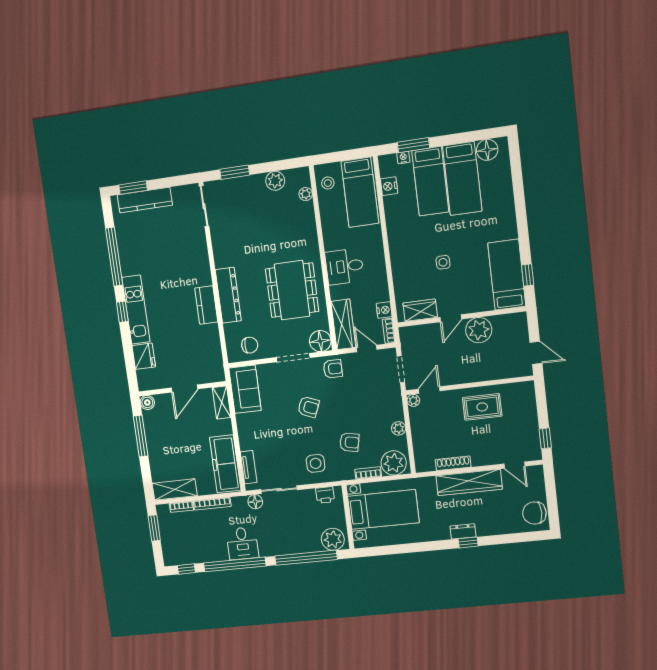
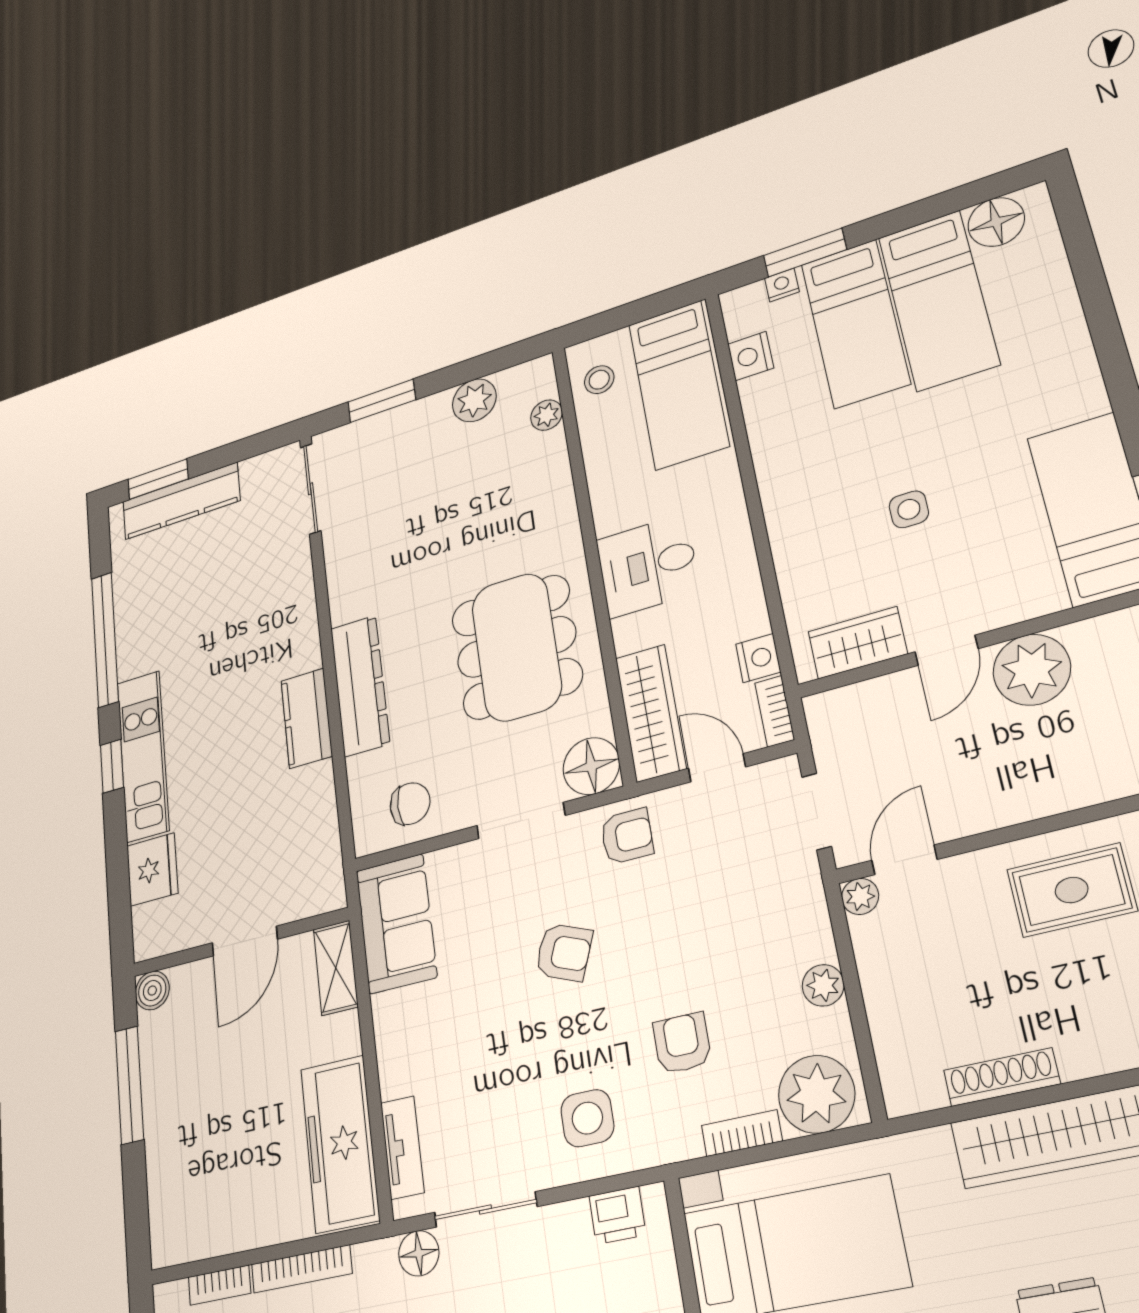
armchair: (349, 442) -> (682, 1043), turned -102
shelving: (175, 489) -> (205, 1233), removed

